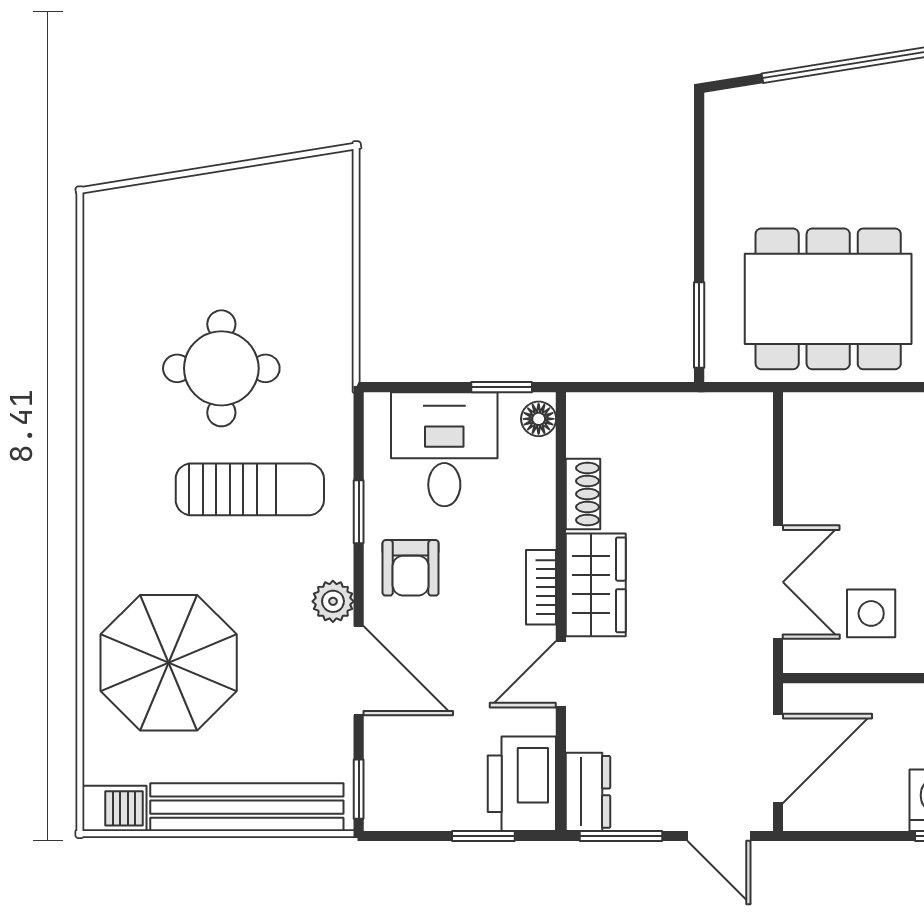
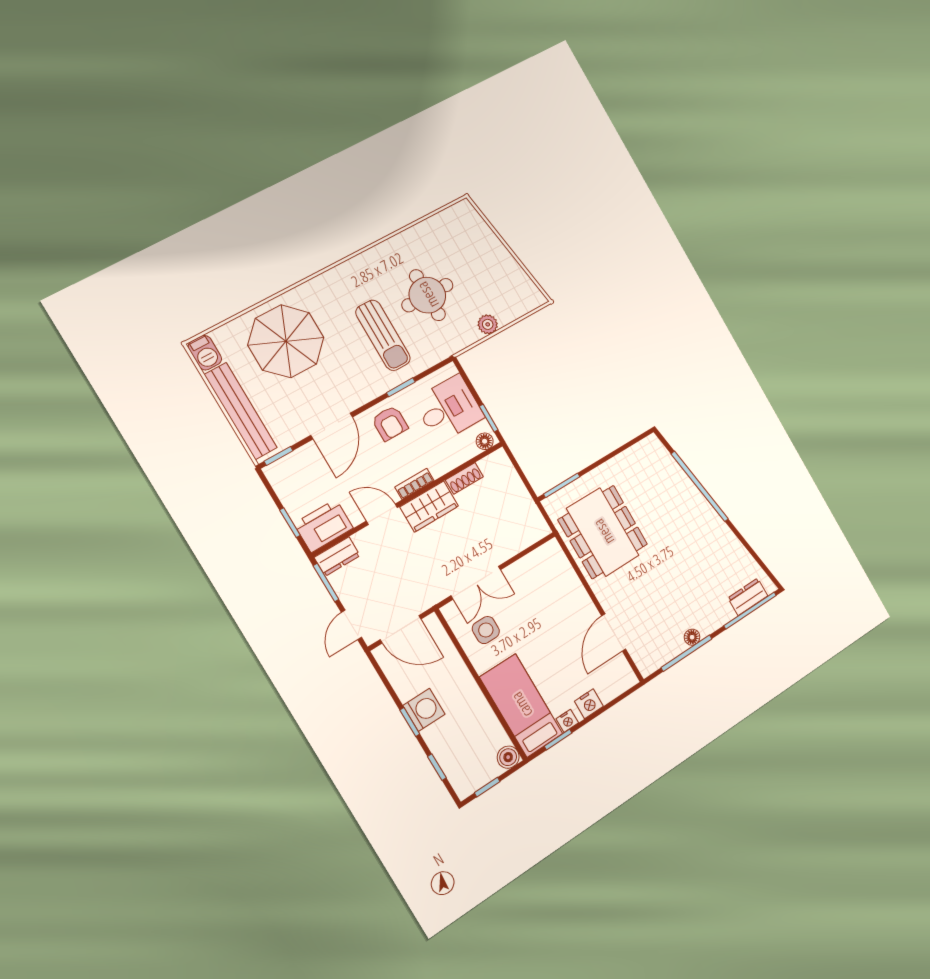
armchair: (411, 568) -> (390, 423), turned -90
plant: (333, 601) -> (488, 324), moved

